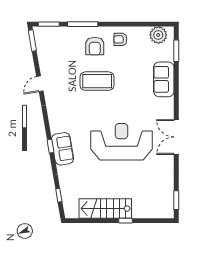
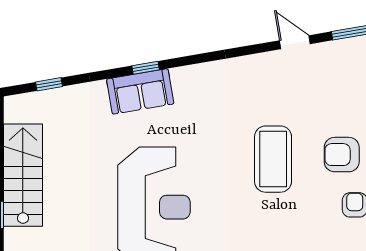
door: (40, 84) -> (295, 42), moved

